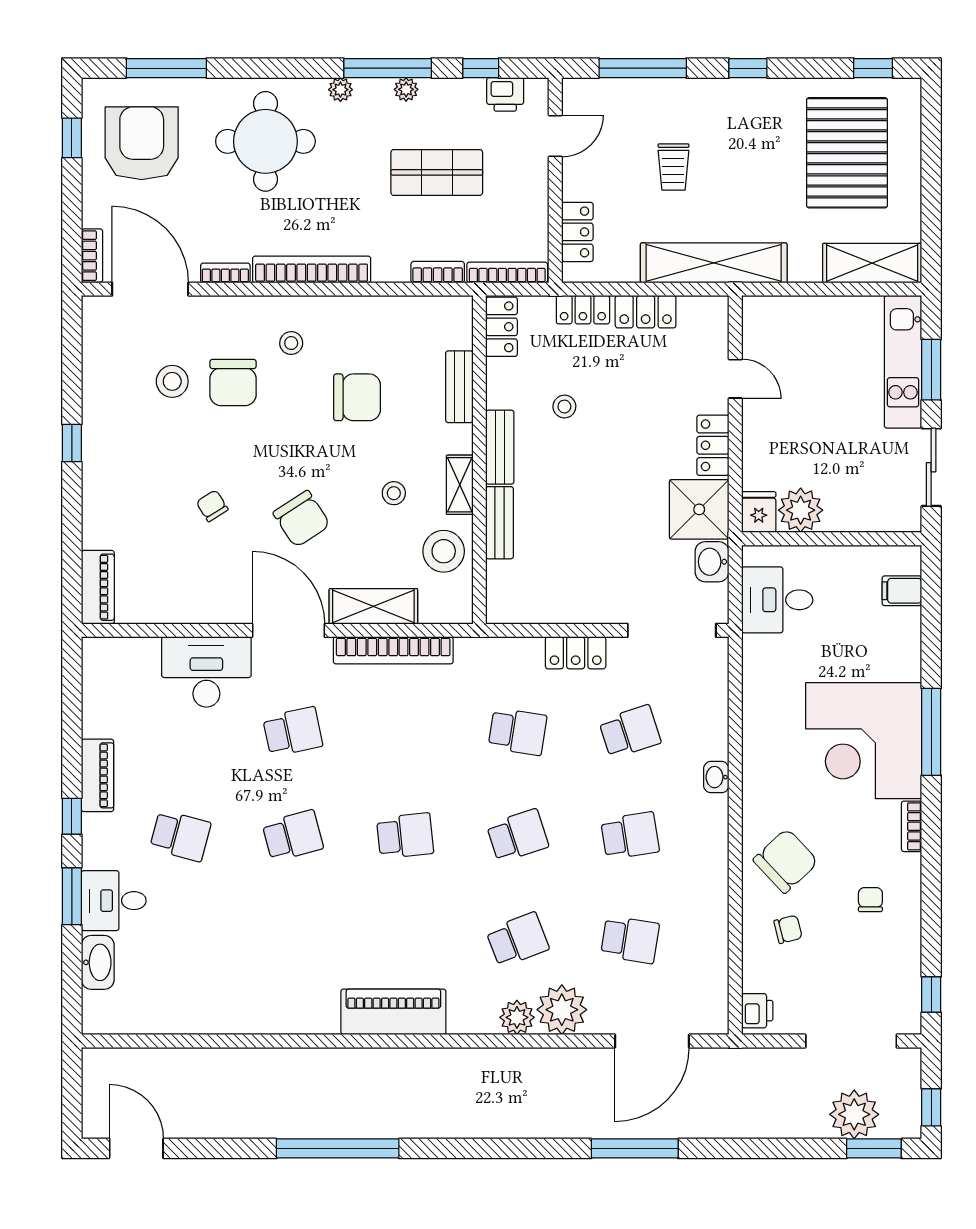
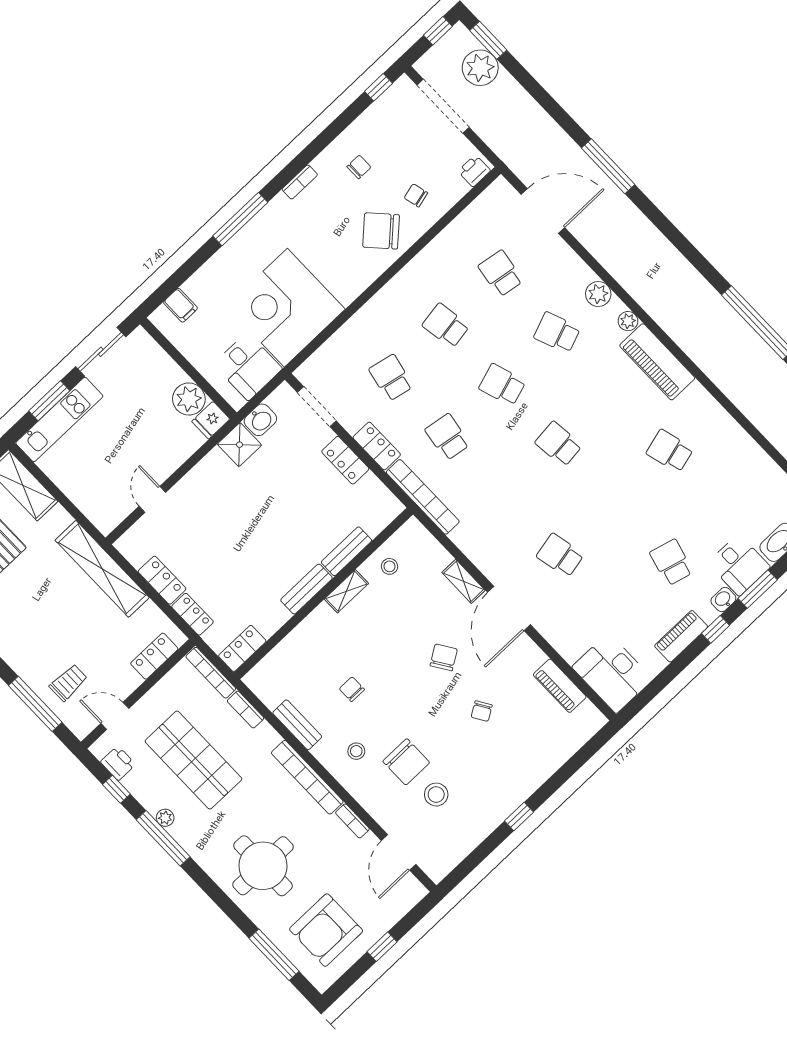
plant: (340, 90) -> (198, 852), removed
window: (72, 138) -> (382, 947), moved
trolley: (673, 167) -> (68, 683), moved
shop shelf: (437, 172) -> (193, 760), width x1.43, depth x1.36
bookcase: (92, 256) -> (410, 900), removed
door: (150, 289) -> (399, 852), width x0.73
chair: (233, 383) -> (406, 762), turned 90
bench: (459, 387) -> (297, 725), moved, turned 90
chair: (357, 397) -> (352, 689), width x0.54, depth x0.54
stool: (564, 407) -> (253, 575), removed
locker: (713, 445) -> (345, 460), moved, turned 90
stool: (394, 493) -> (384, 622), removed
shower: (699, 509) -> (239, 445), width x0.73, depth x0.73
chair: (302, 519) -> (444, 657), width x0.73, depth x0.73
stool: (444, 551) -> (389, 566), width x0.53, depth x0.53
piano: (98, 587) -> (560, 686), moved, turned -90
shelving: (373, 606) -> (464, 581), width x0.67, depth x0.75
doorway: (672, 630) -> (317, 407), width x0.73
bookcase: (393, 650) -> (423, 497), moved
desk: (206, 672) -> (612, 673), moved
school desk: (630, 732) -> (391, 378), turned 30
corner desk: (864, 741) -> (286, 308), moved, turned 180
washbasin: (716, 777) -> (723, 600), moved, turned 180
school desk: (293, 836) -> (670, 451), moved
chair: (870, 900) -> (359, 167), turned 180
plant: (562, 1010) -> (628, 321), moved, width x0.53, depth x0.53

